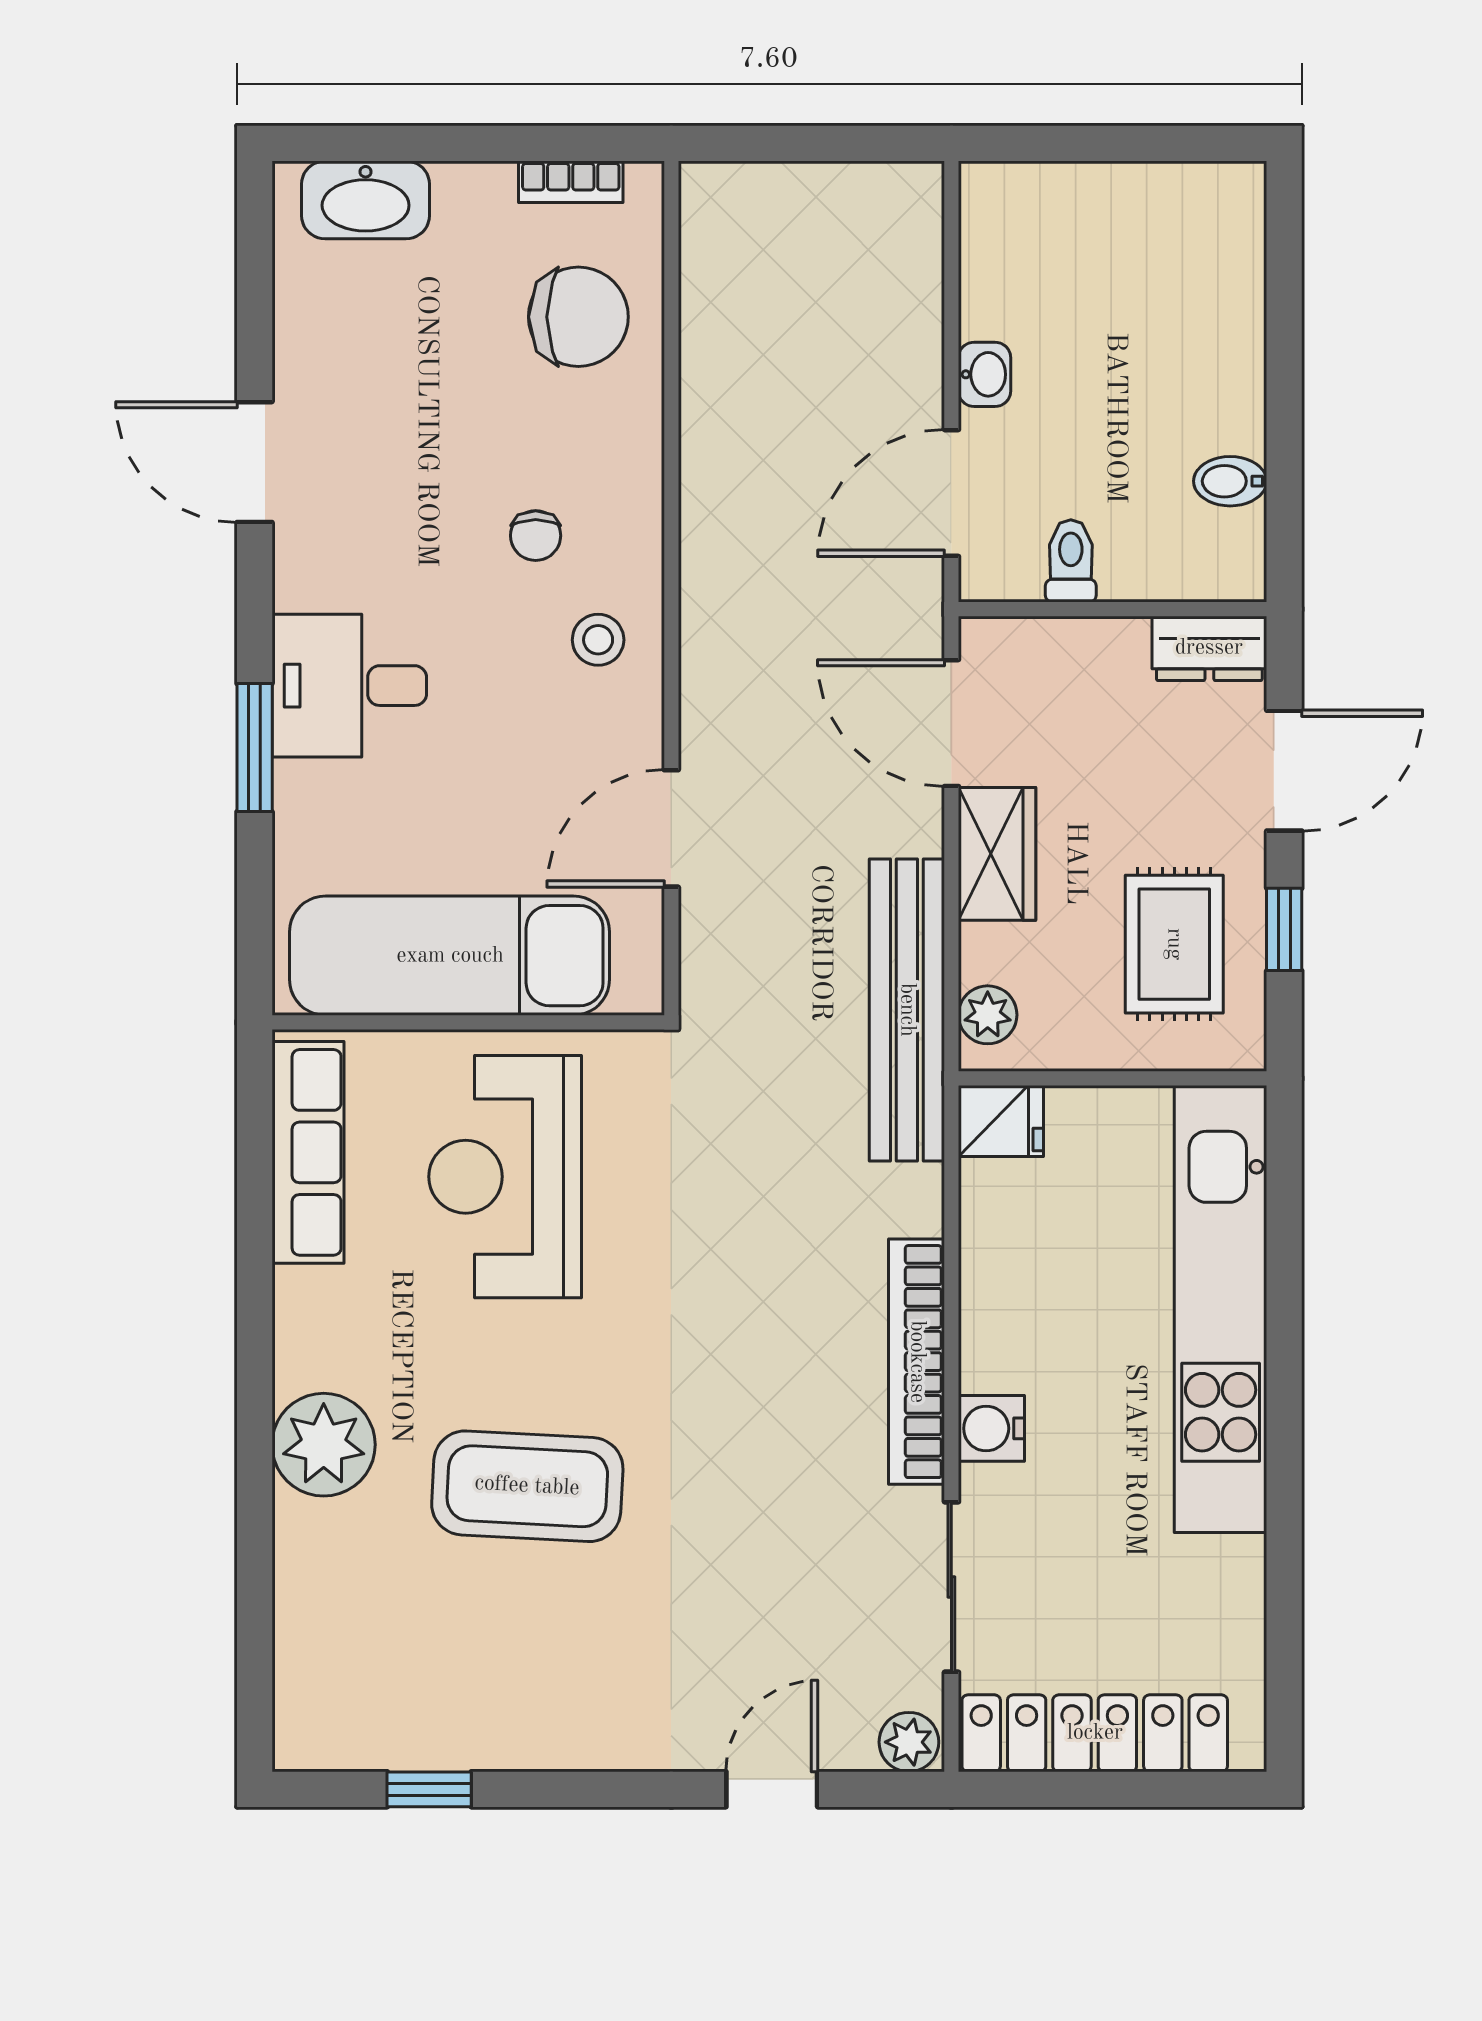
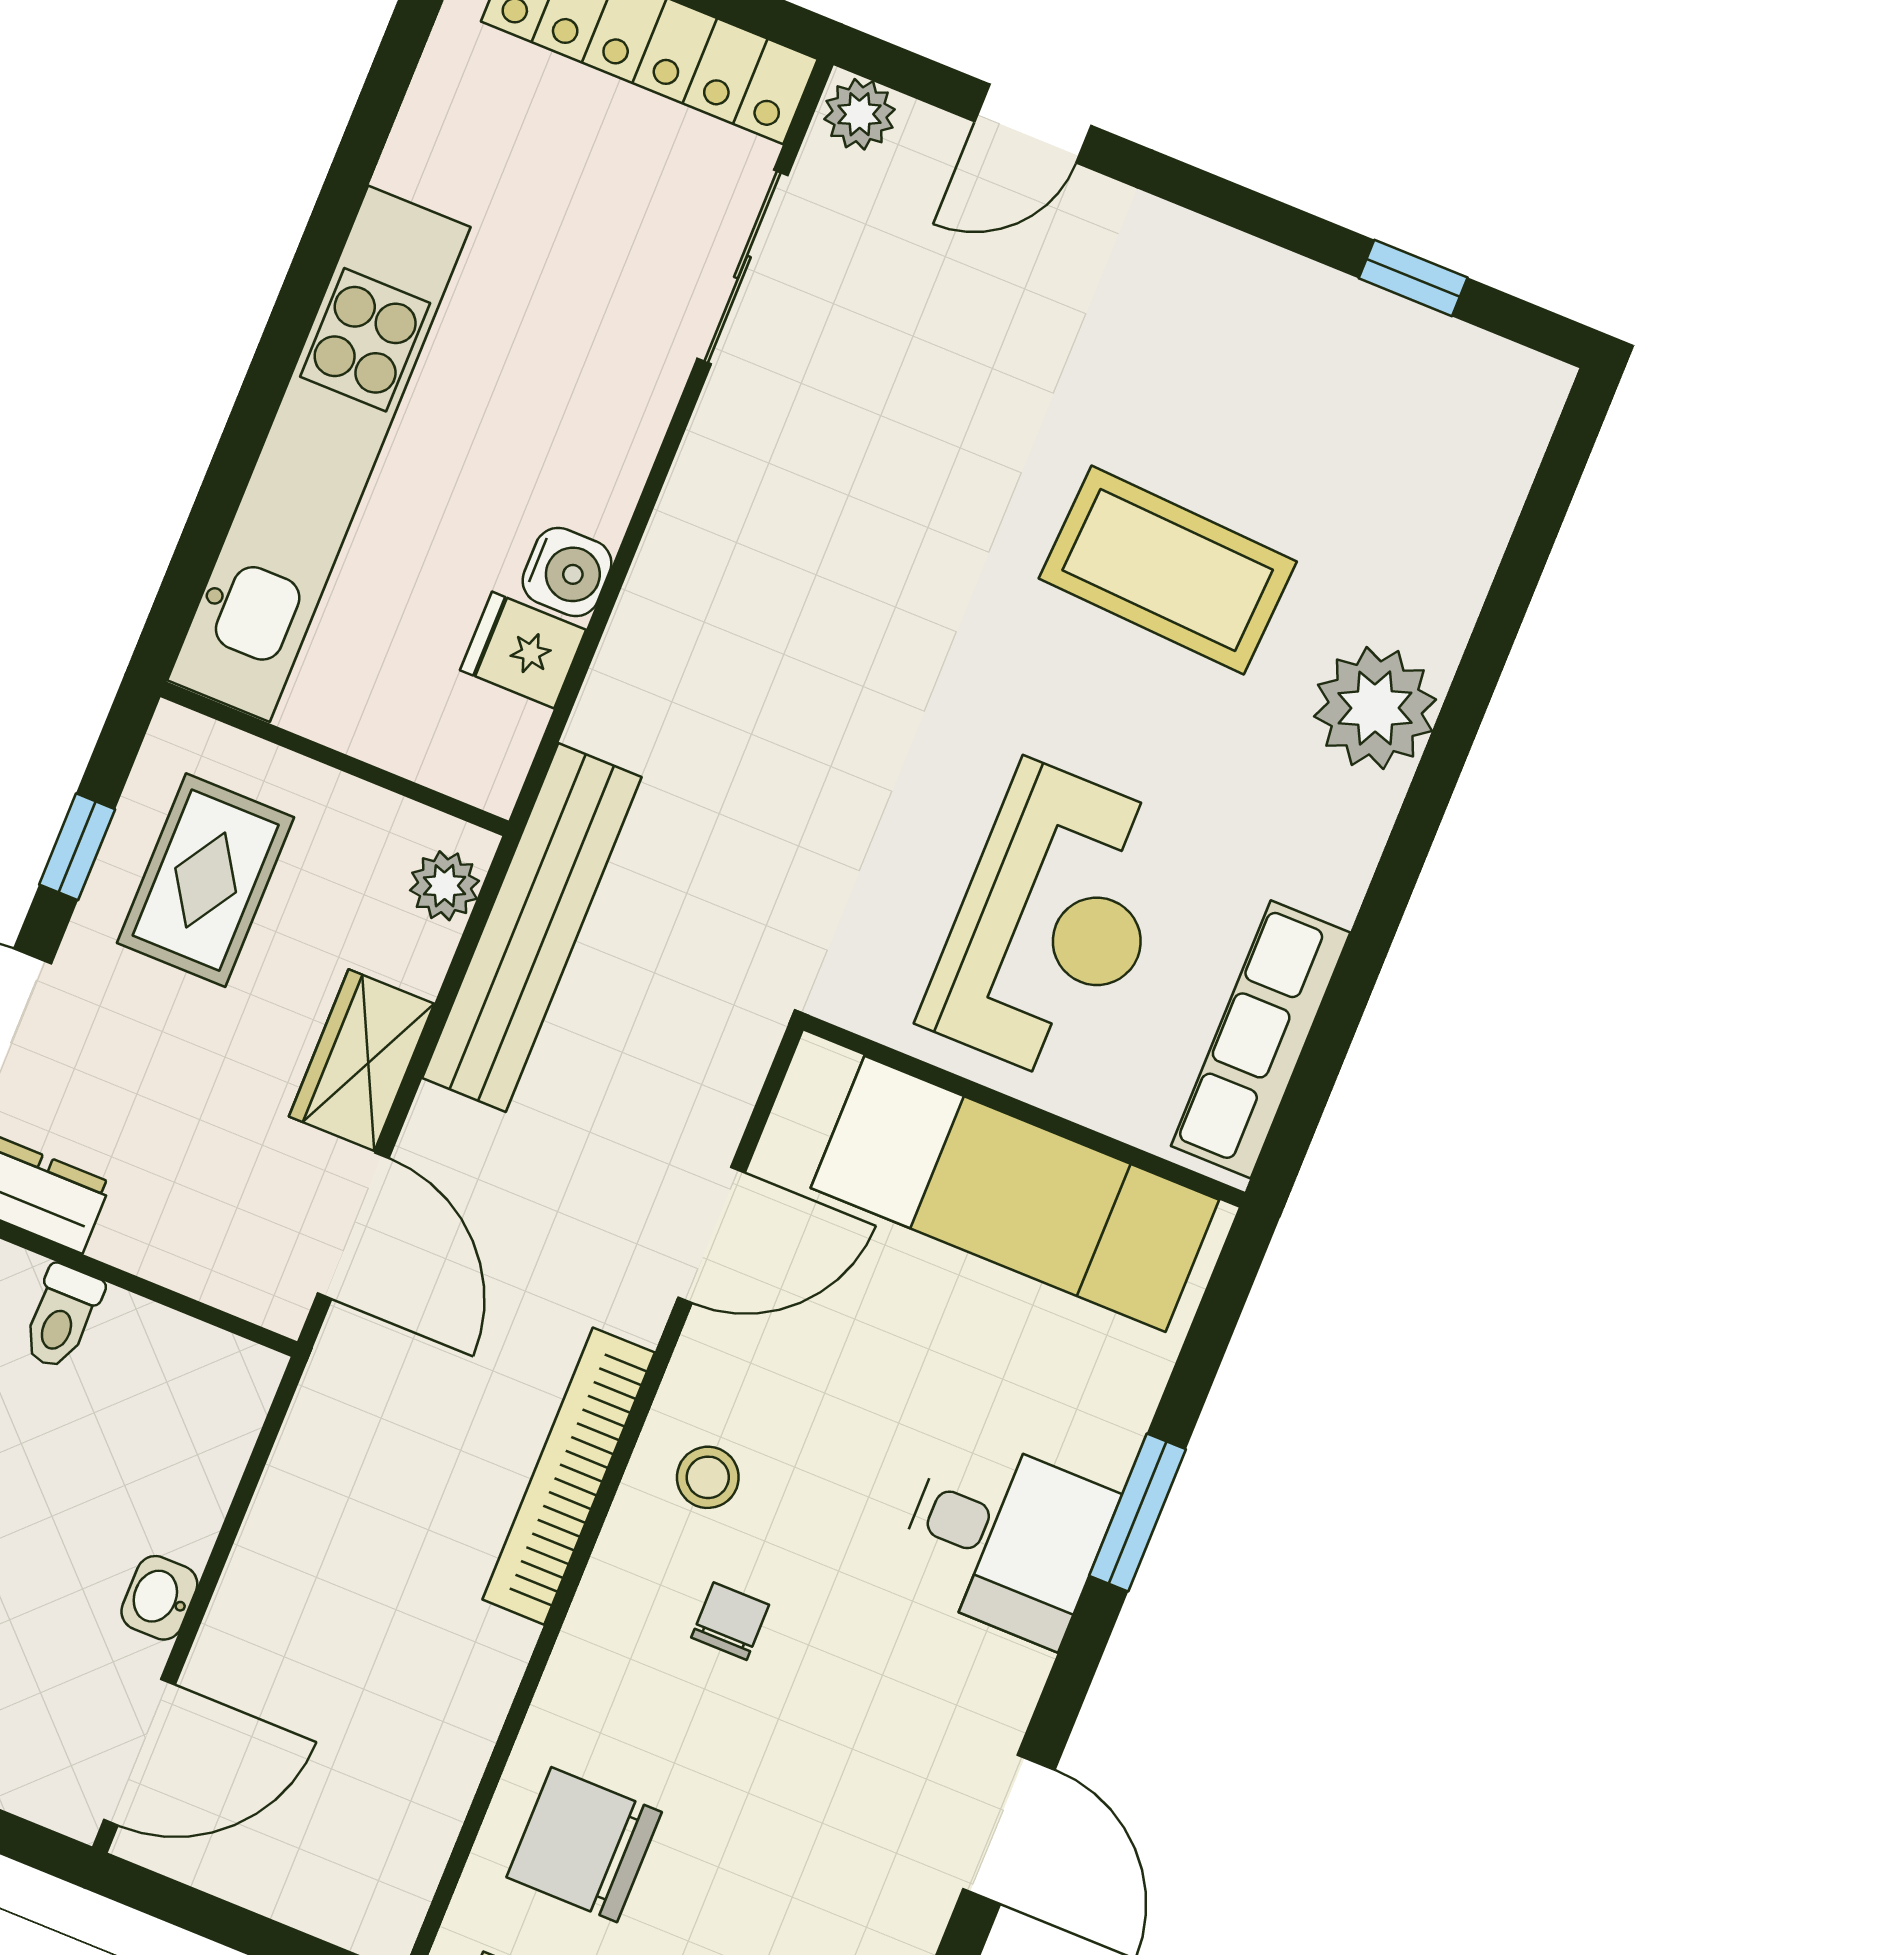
door: (951, 493) -> (139, 1752), moved
toilet: (1071, 561) -> (62, 1317), moved
fridge: (1001, 1121) -> (523, 650), moved
bookcase: (917, 1362) -> (569, 1476), moved, turned 180
water cooler: (991, 1428) -> (567, 572), moved

